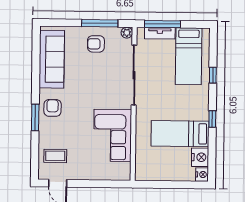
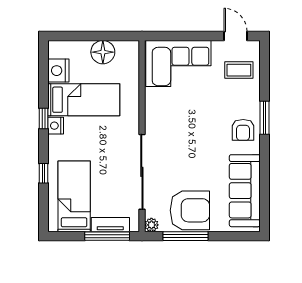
armchair: (96, 44) -> (190, 210), width x1.88, depth x1.88
corner sofa: (113, 135) -> (178, 63), moved, turned 90
floor lamp: (164, 172) -> (103, 52), added
nightstand: (202, 174) -> (56, 126), moved

